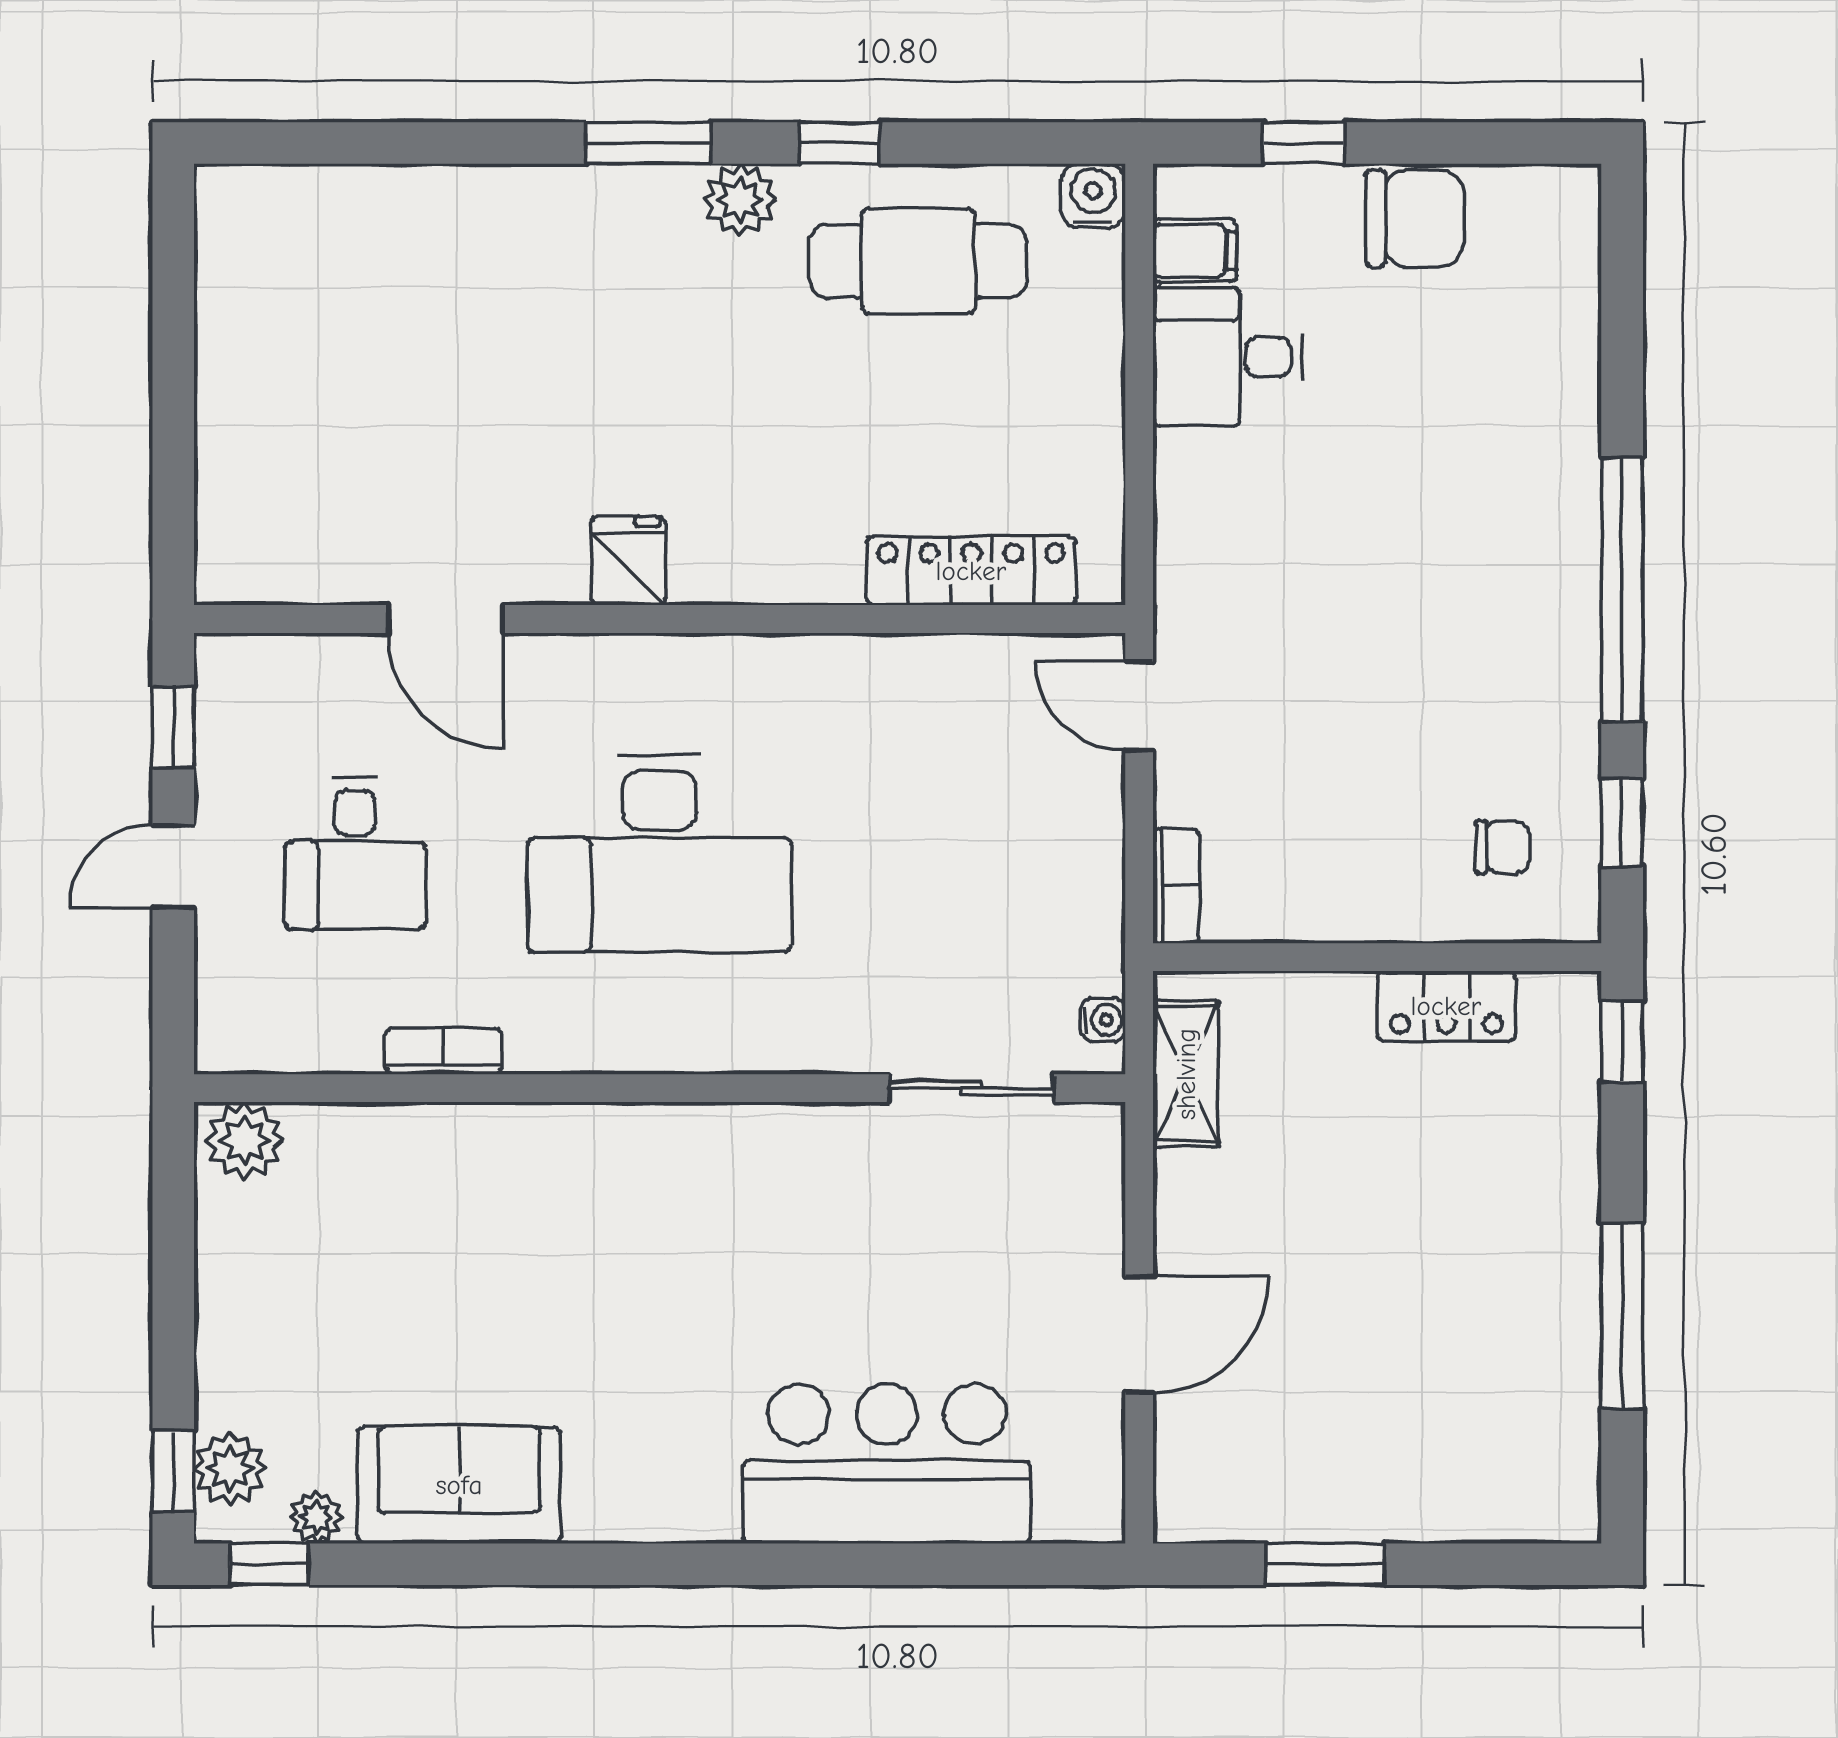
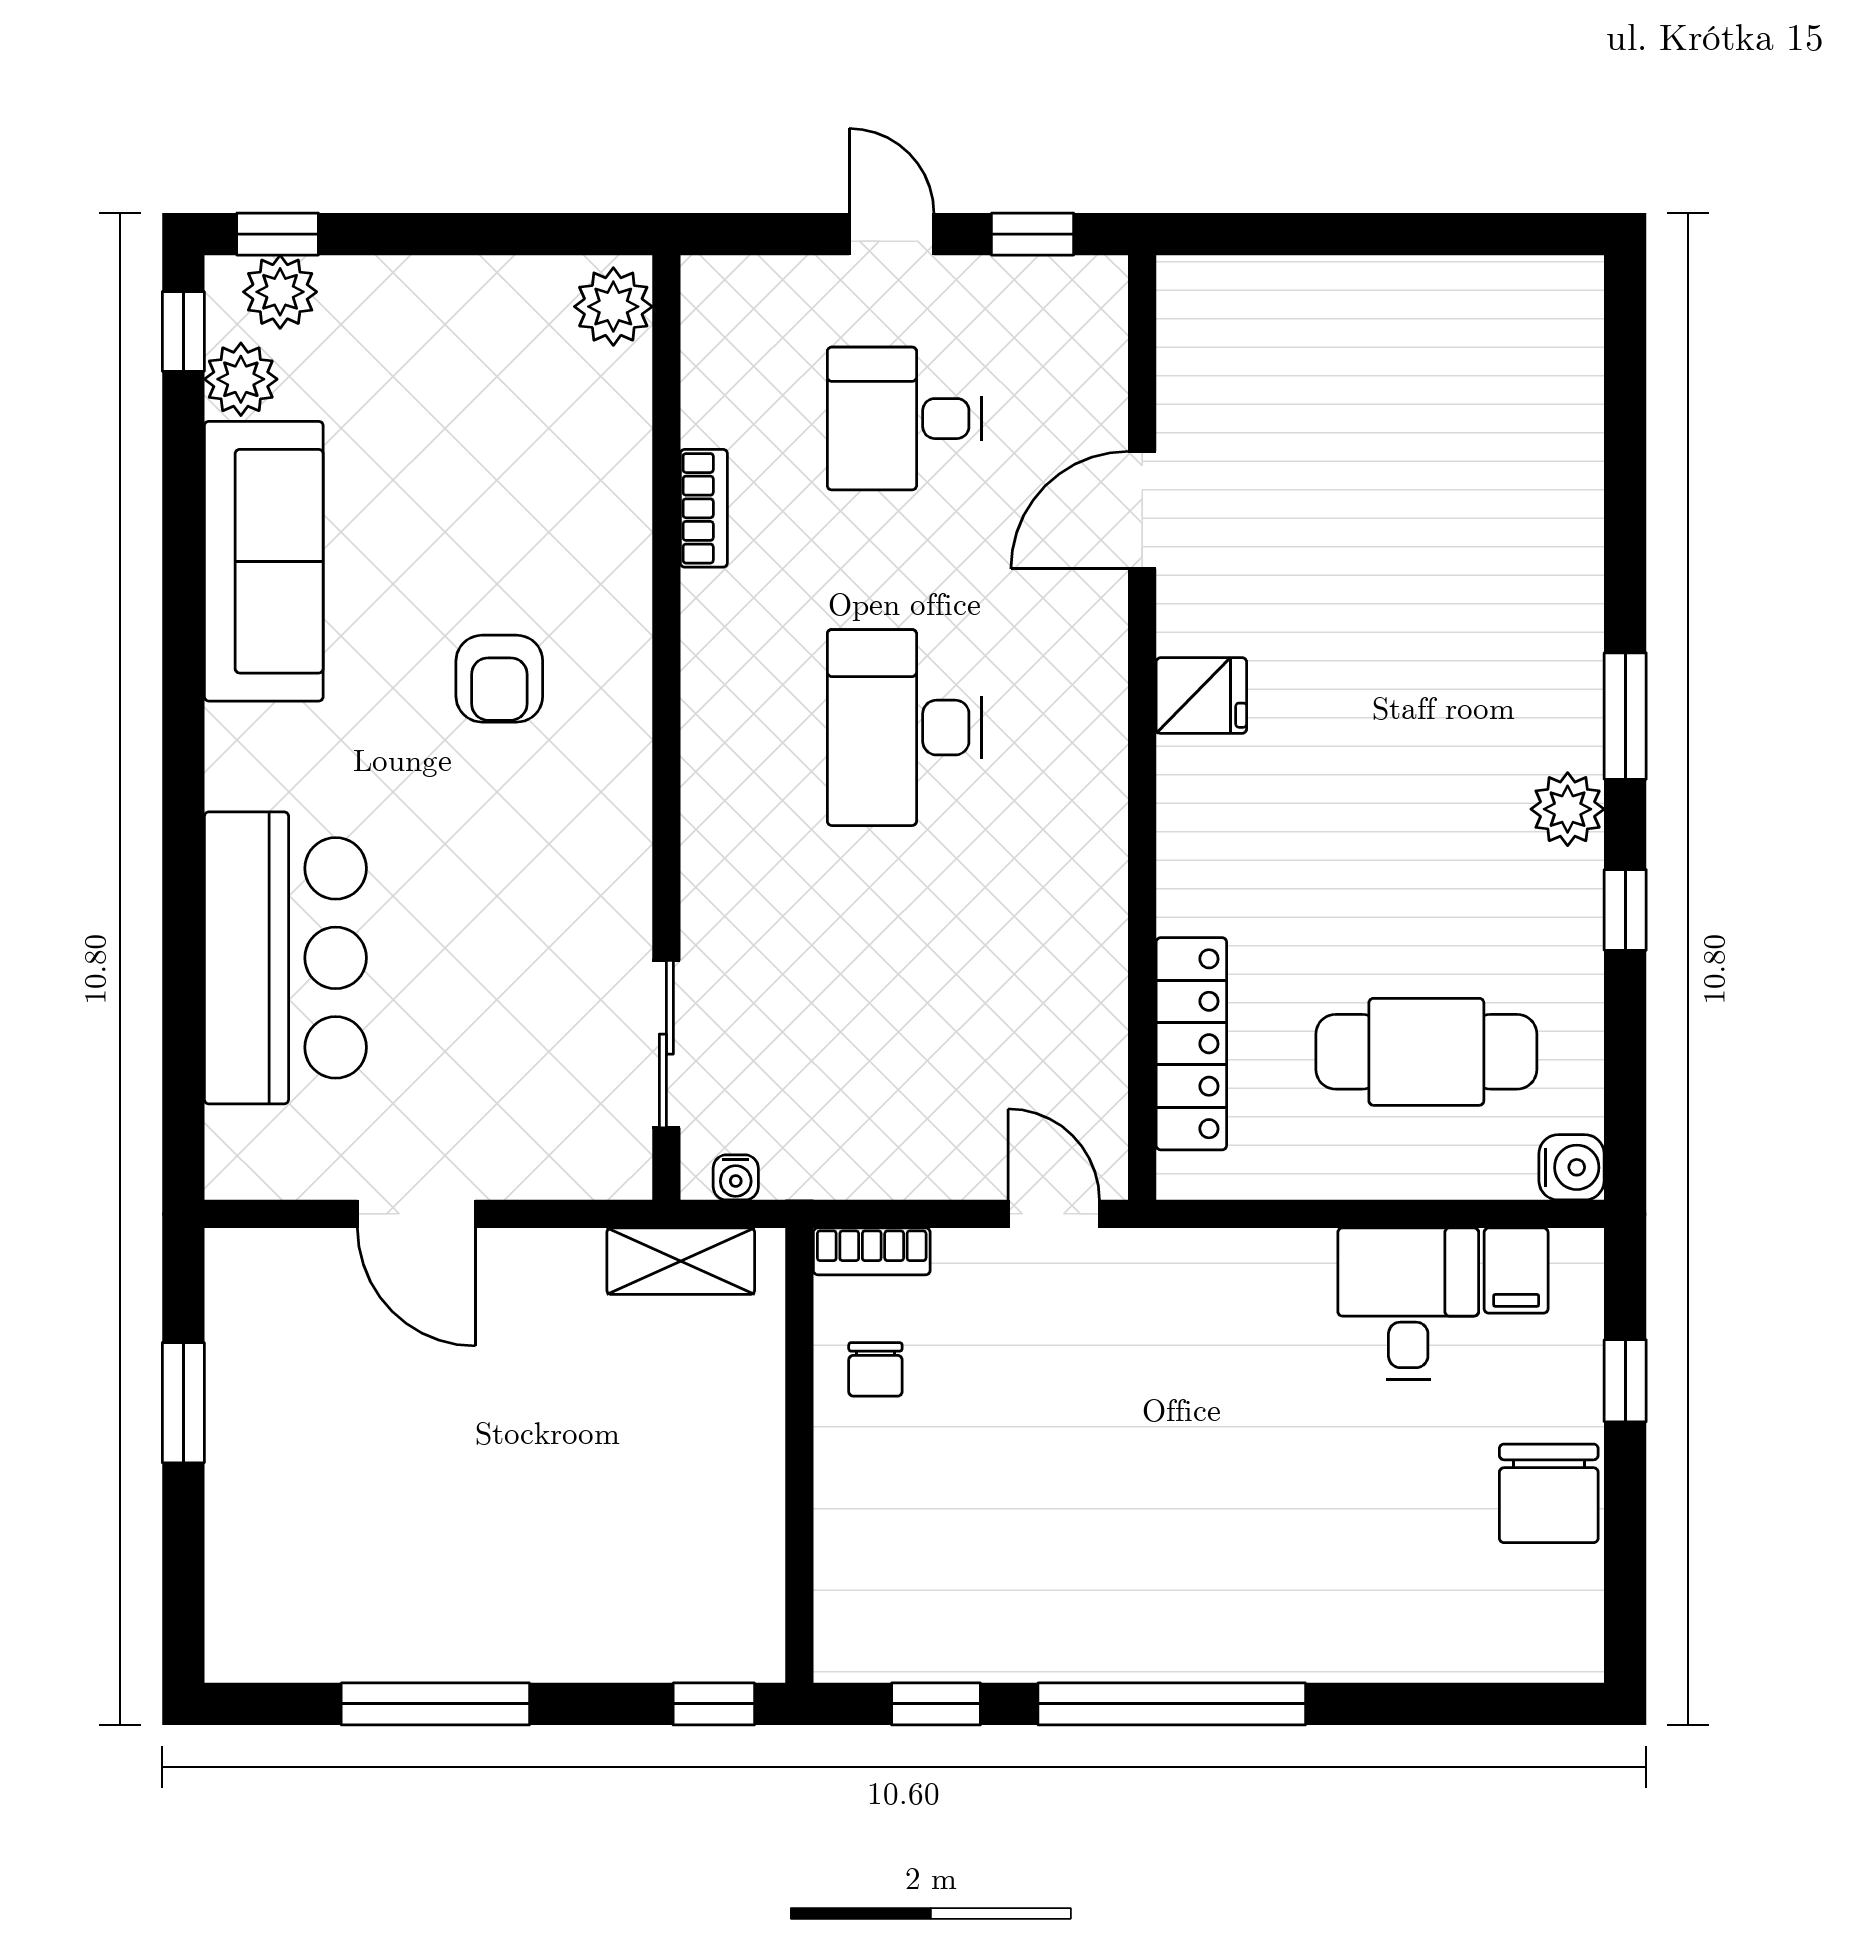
cafe table: (918, 261) -> (1426, 1052), moved, turned 90
door: (1139, 706) -> (1054, 1214), hinge flipped
chair: (1502, 847) -> (875, 1369), moved
desk: (660, 854) -> (904, 728), width x0.73, depth x0.77
locker: (1446, 1006) -> (750, 1526), removed
armchair: (611, 1253) -> (499, 679), added
sofa: (459, 1485) -> (264, 561), width x1.36
plant: (316, 1517) -> (241, 379), width x1.38, depth x1.38

